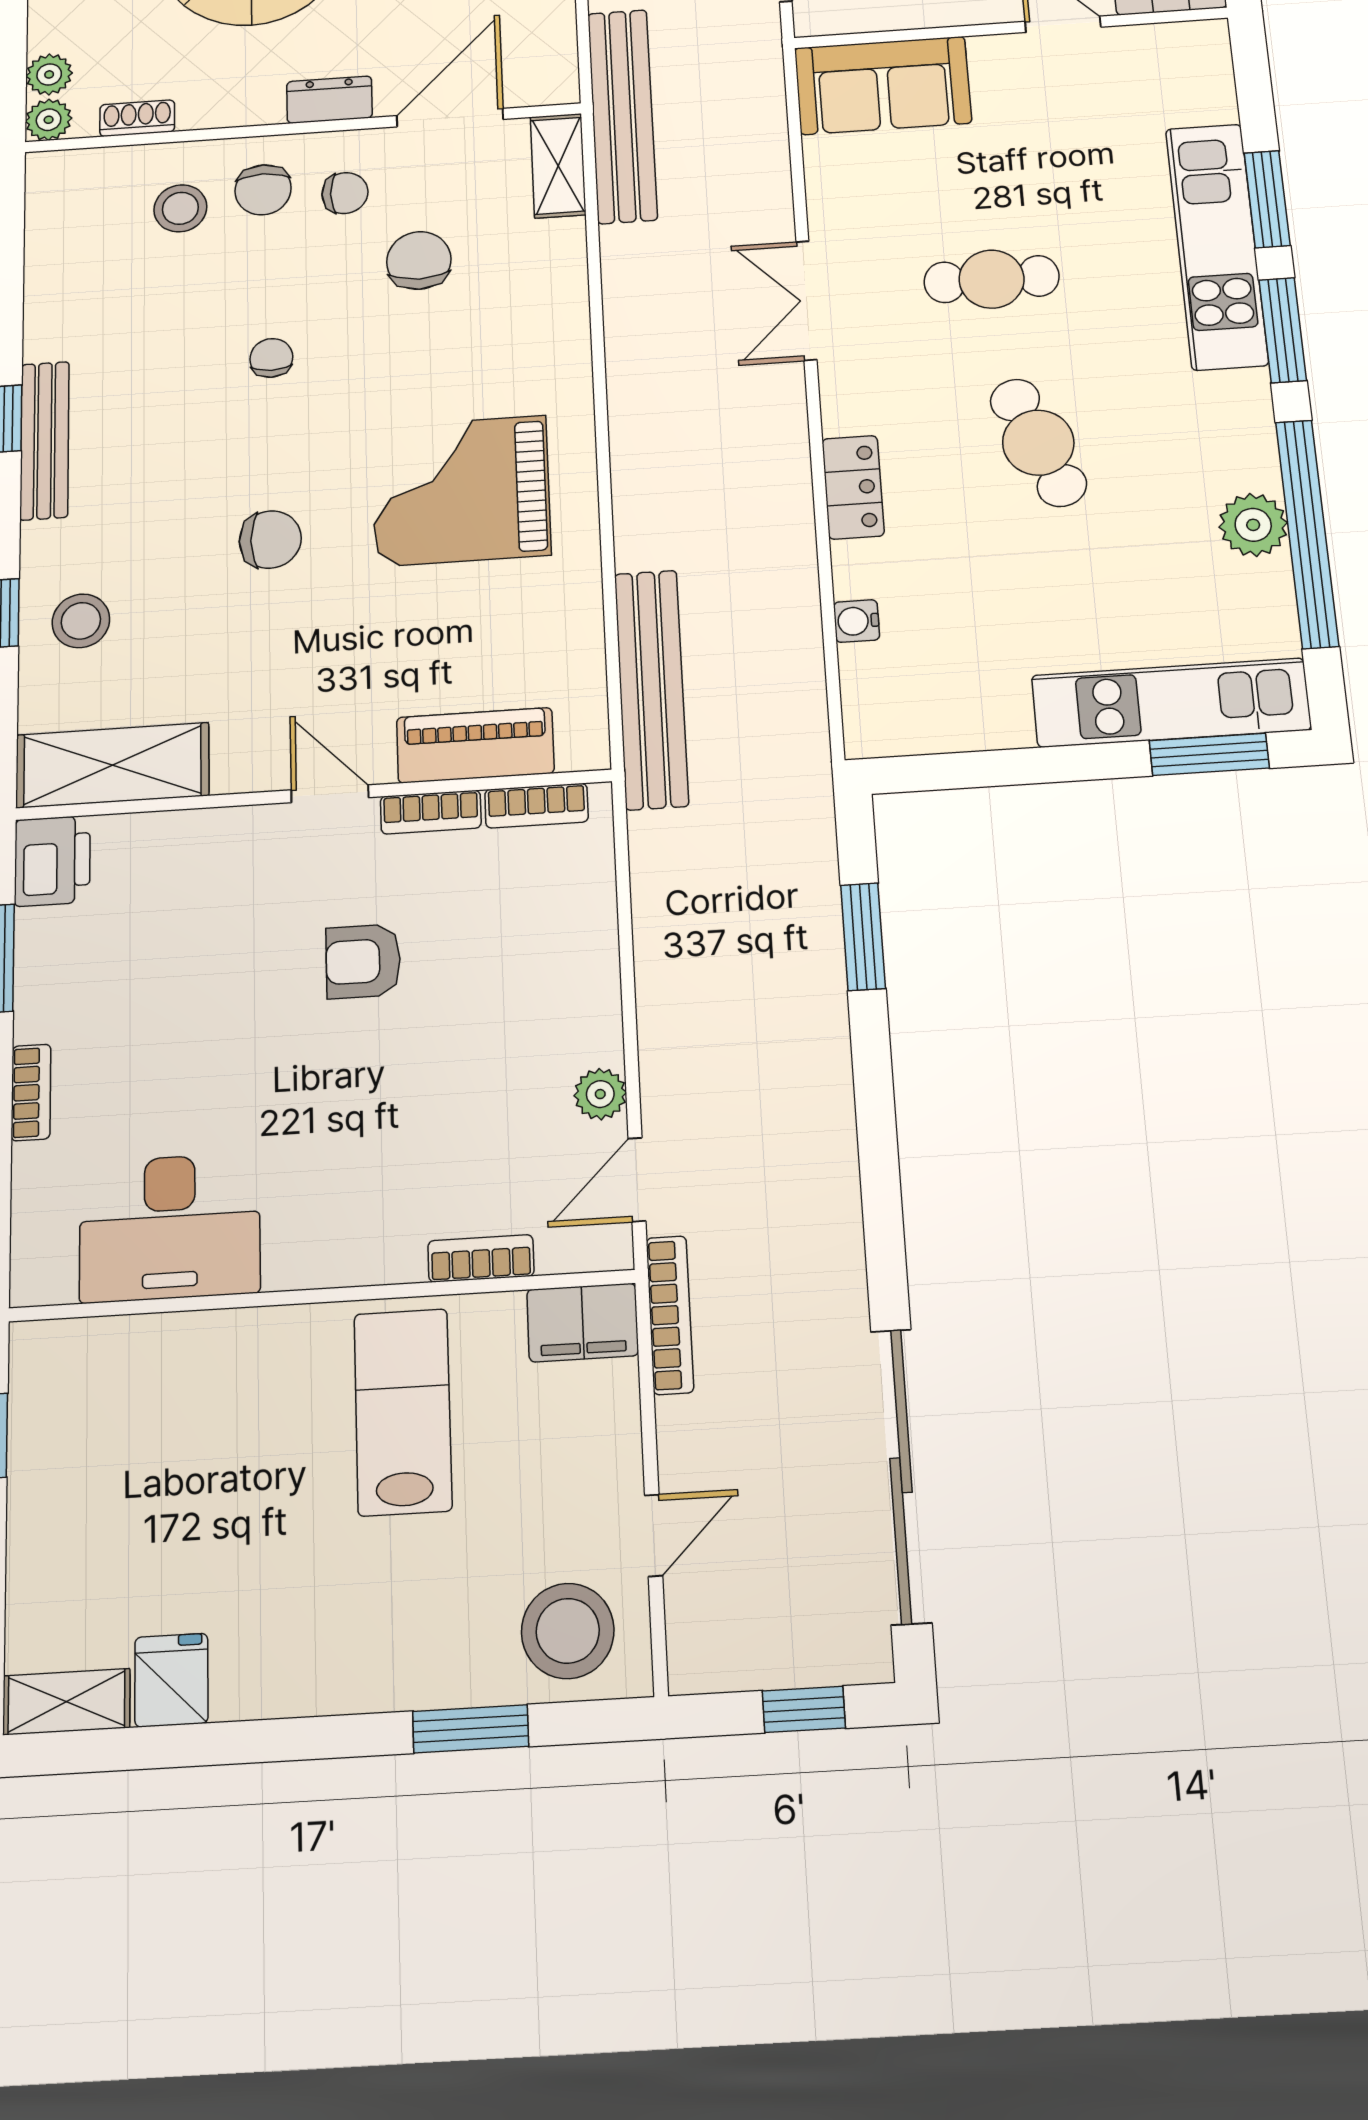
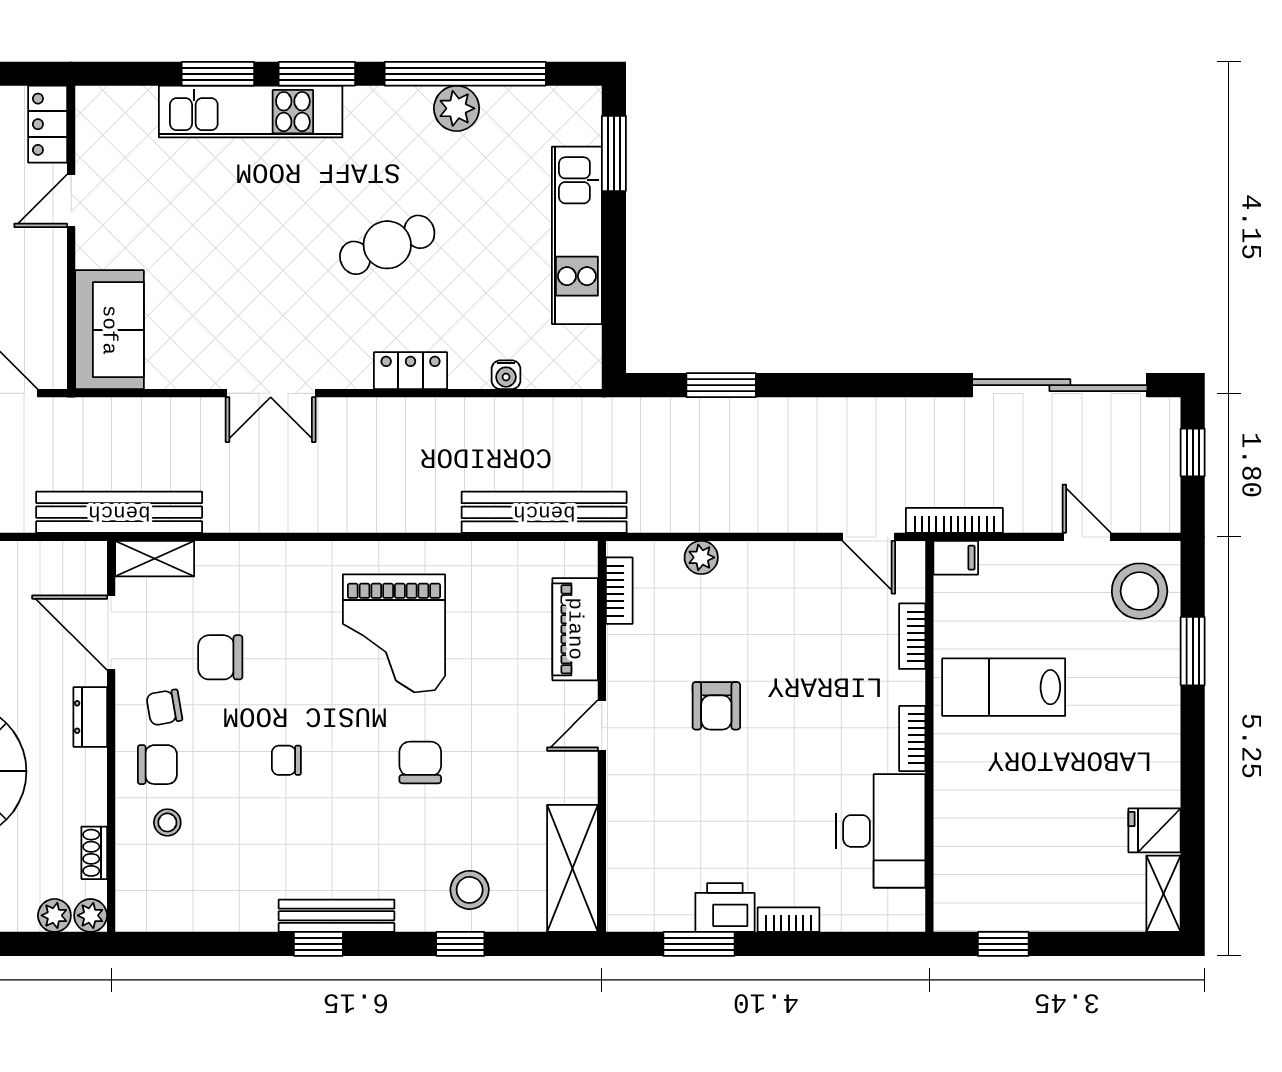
chair: (345, 193) -> (164, 707), turned -100
stool: (180, 208) -> (167, 822), width x0.73, depth x0.73
cafe table: (992, 279) -> (264, 266), removed
kitchen unit: (1171, 703) -> (577, 235), moved
bookcase: (431, 812) -> (912, 739), moved, turned 180
printer: (52, 861) -> (725, 907), moved
plant: (600, 1094) -> (701, 557), moved
filing cabinet: (583, 1323) -> (956, 558), width x0.50

